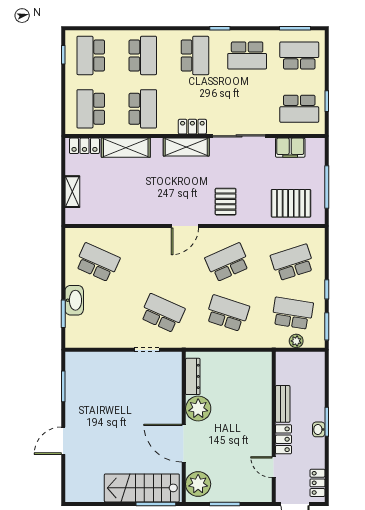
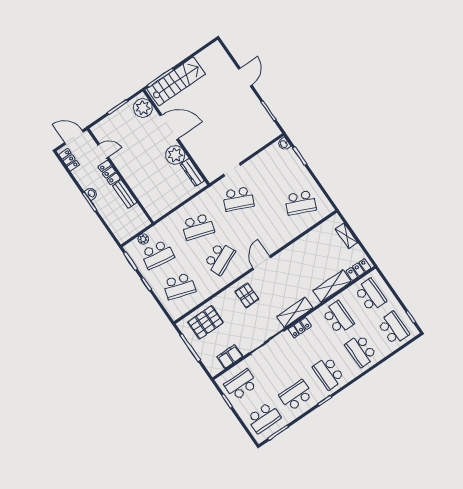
school desk: (143, 109) -> (338, 318), turned 180
school desk: (292, 262) -> (179, 286), turned 36
washbasin: (74, 300) -> (284, 144), moved, width x0.52, depth x0.69

